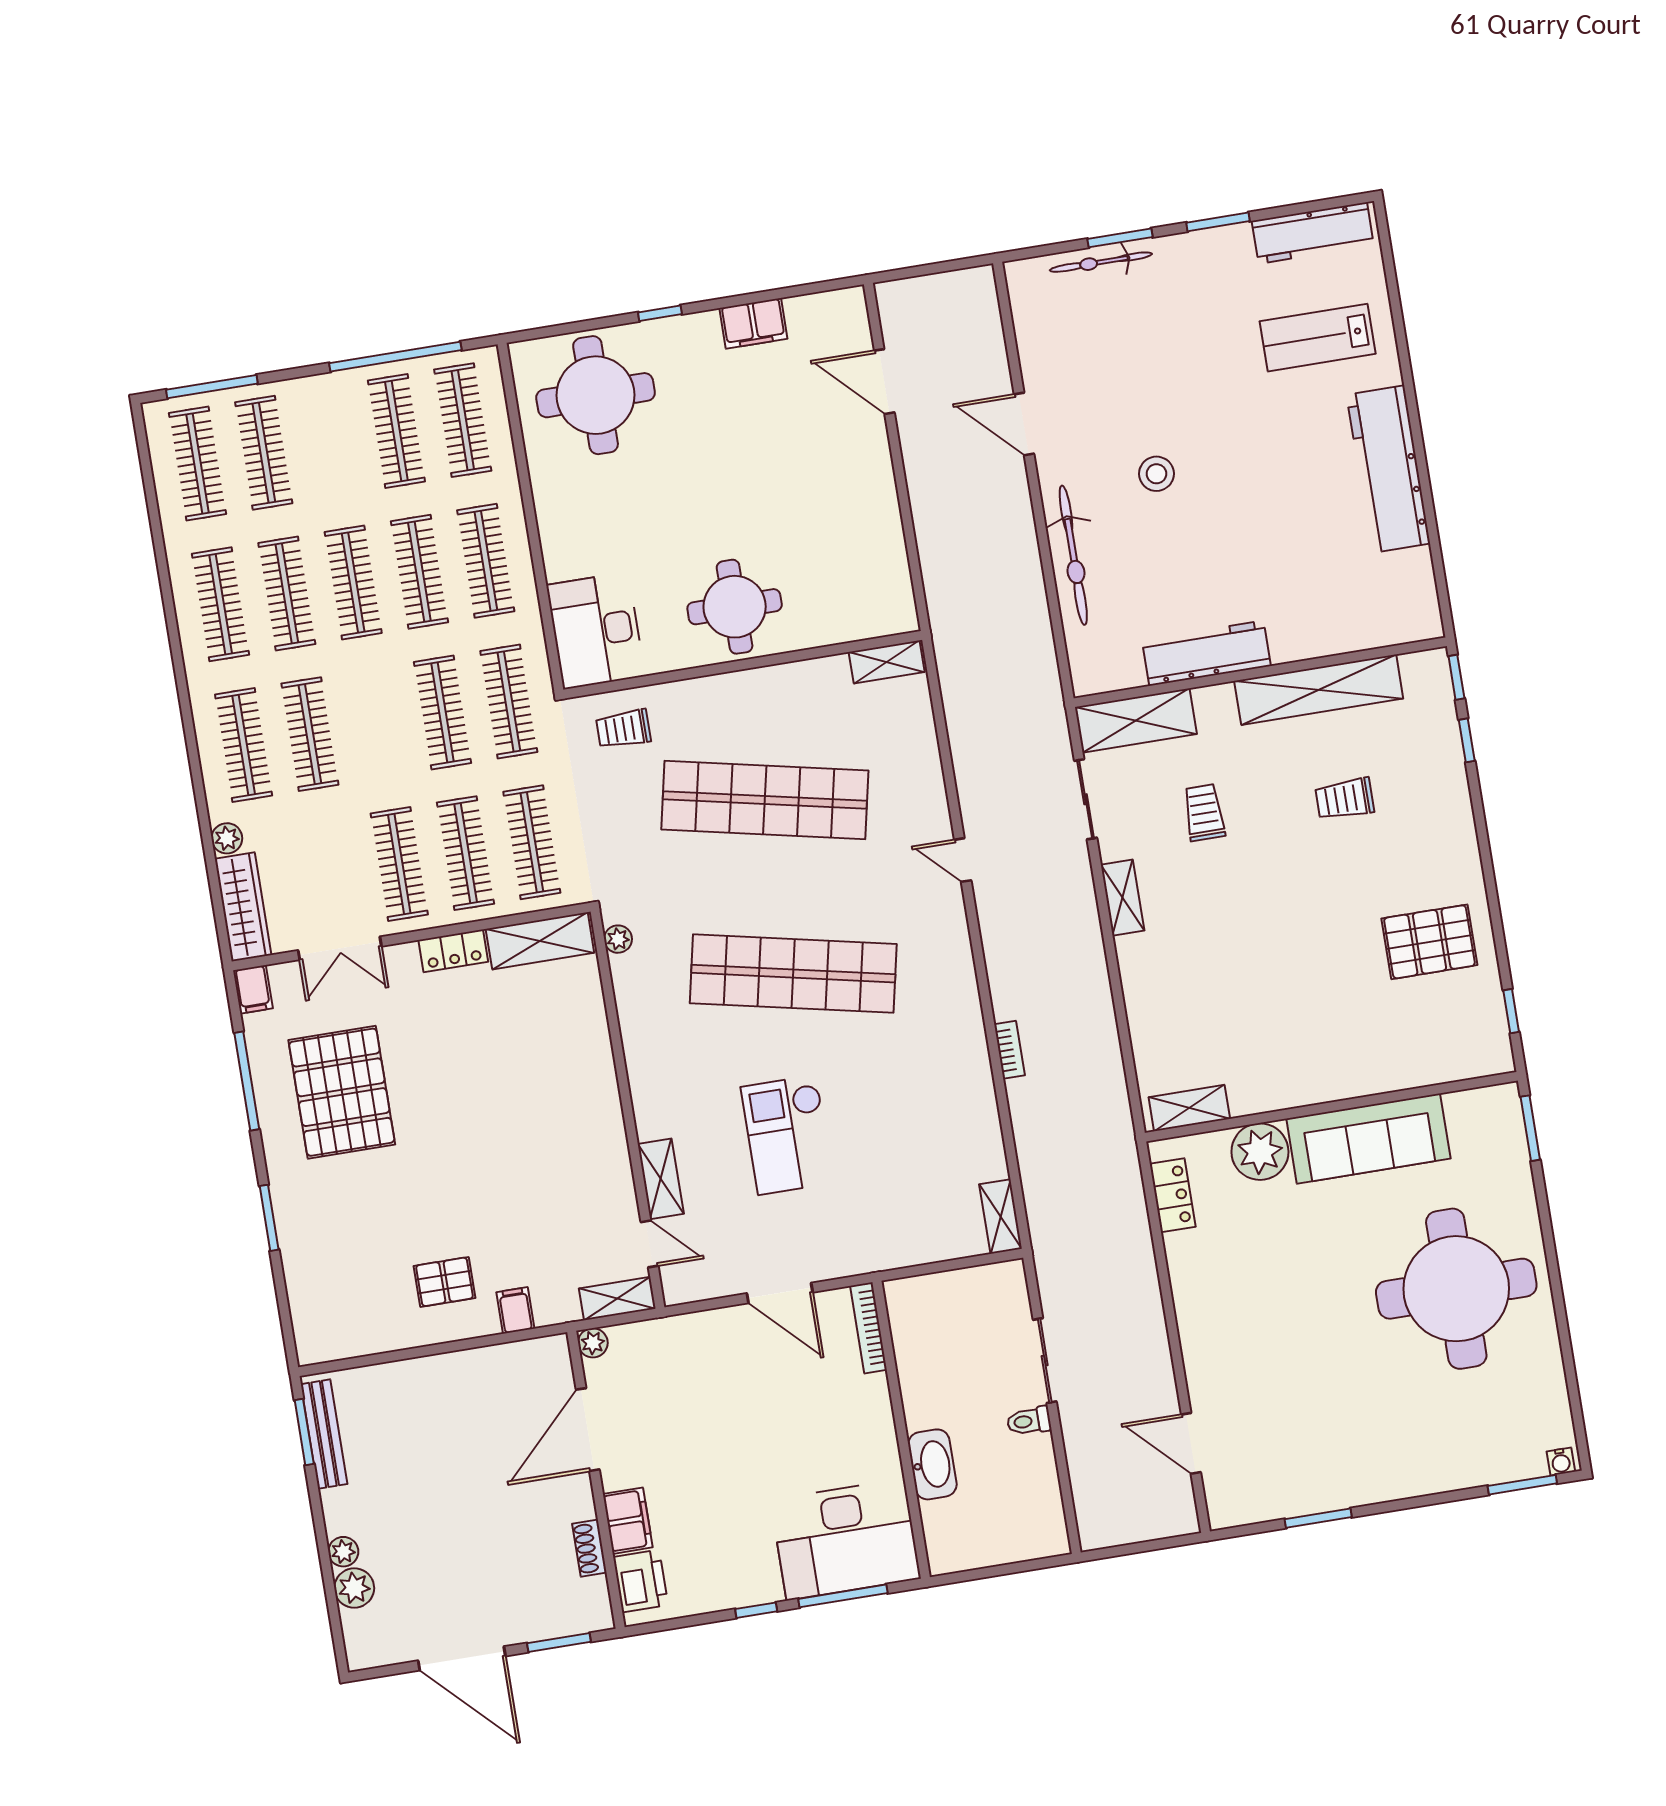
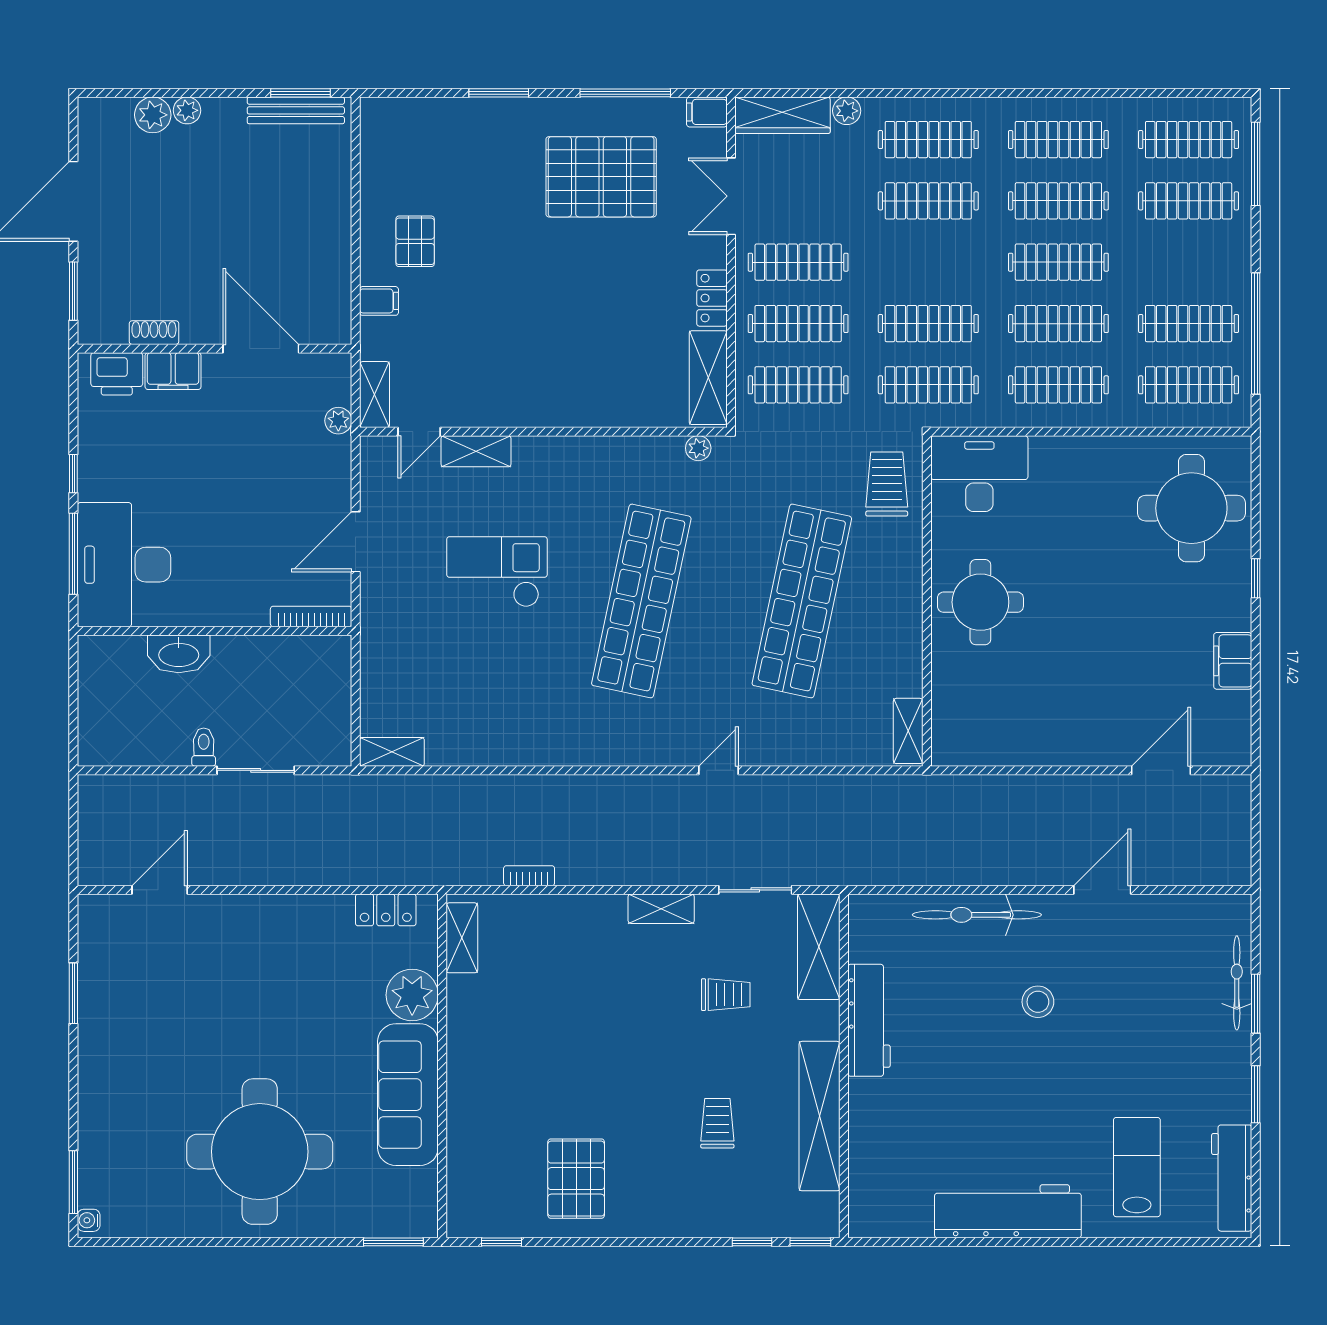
trolley: (623, 729) -> (887, 484), width x1.36, depth x1.39
bookcase: (1010, 1050) -> (529, 876), moved, turned 180
plant: (593, 1343) -> (338, 421), moved

